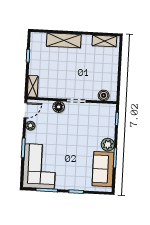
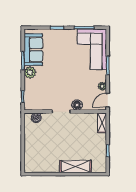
shelving: (104, 41) -> (38, 168), removed

